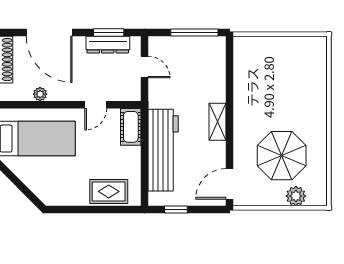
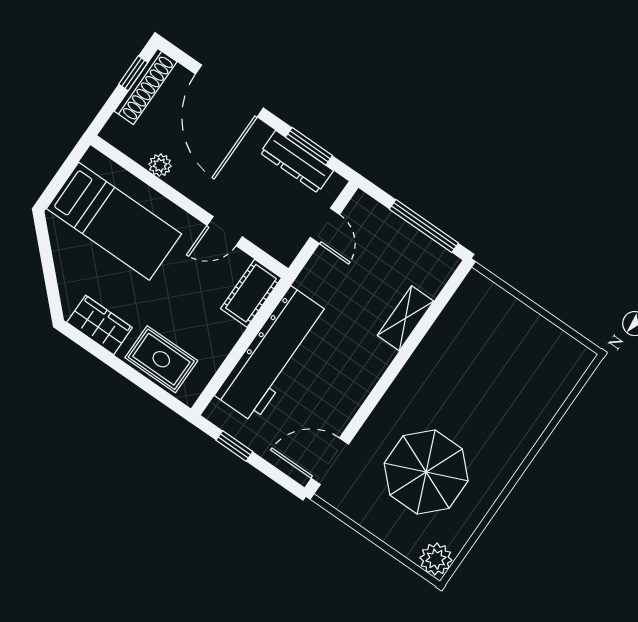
shelving: (217, 122) -> (406, 318), moved
wardrobe: (66, 196) -> (100, 325), added
plant: (296, 196) -> (436, 559), moved

